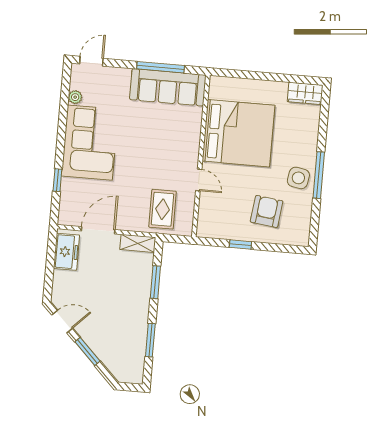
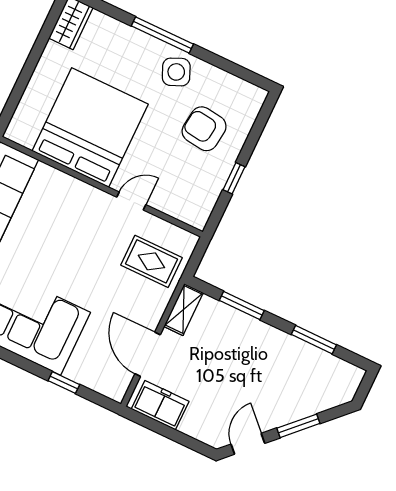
window: (319, 175) -> (162, 35), moved
side table: (298, 178) -> (176, 72), turned -33

